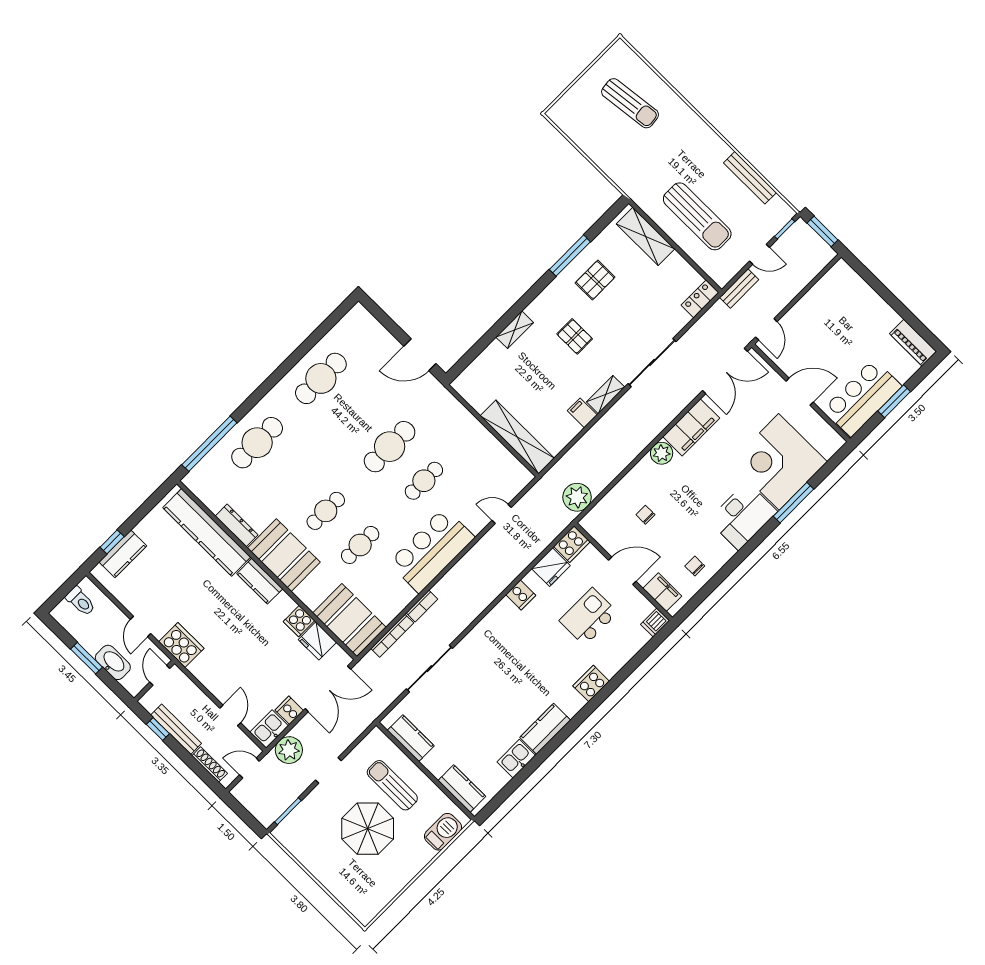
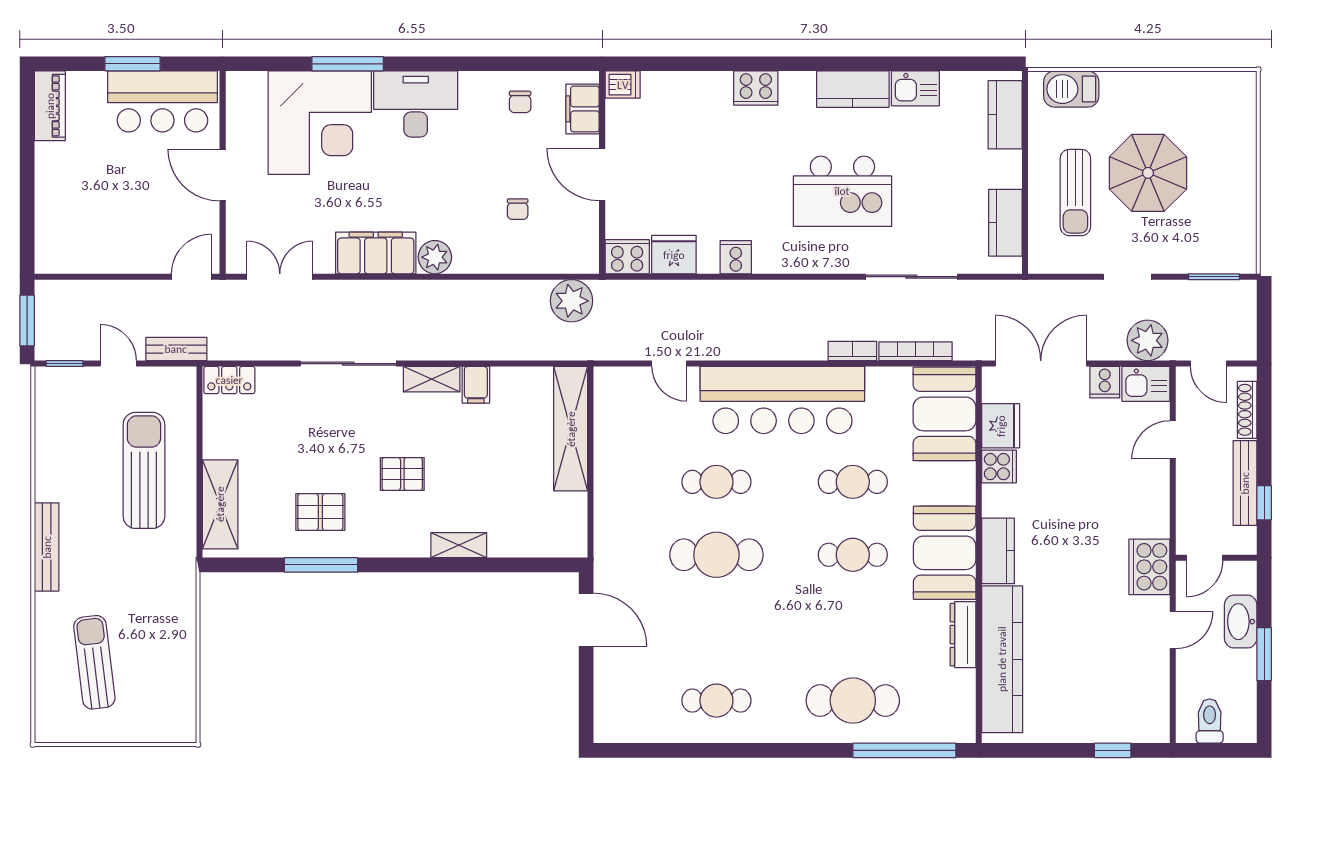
bench: (750, 178) -> (47, 547), moved
pallet: (575, 336) -> (402, 474), turned 90
double door: (725, 371) -> (280, 277), width x0.73
cafe table: (321, 378) -> (716, 701), width x0.73, depth x0.74
bar counter: (432, 550) -> (782, 400), width x1.36
kitchen counter: (123, 554) -> (1114, 726), removed
kitchen island: (589, 617) -> (842, 191), moved, width x1.37, depth x1.28

